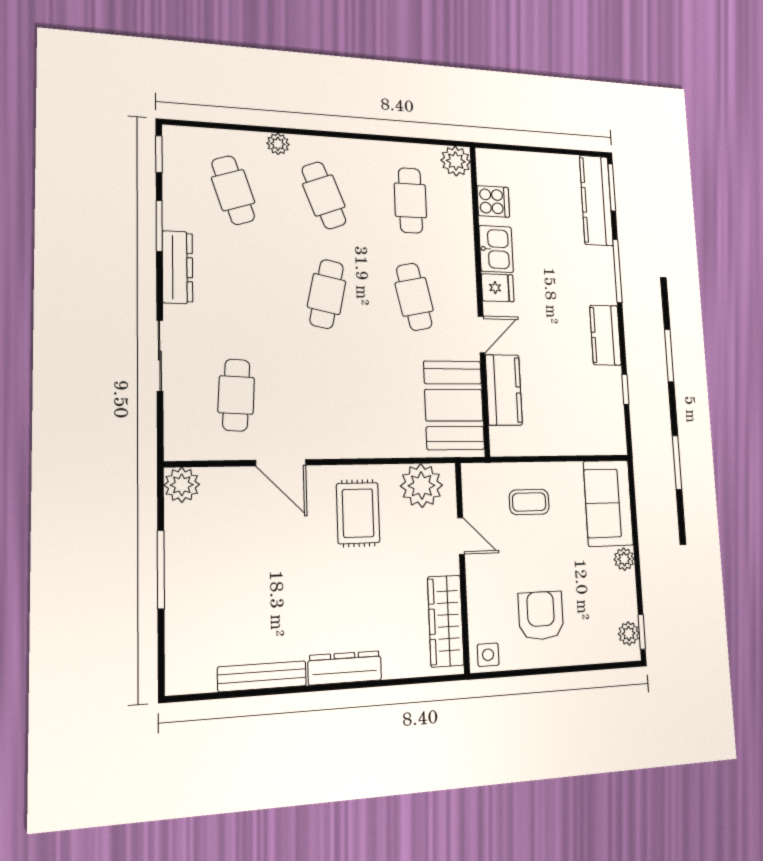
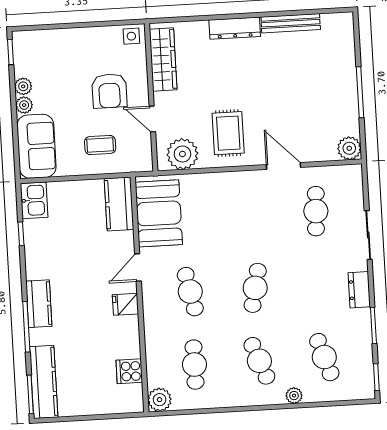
kitchen sink: (496, 249) -> (34, 200), moved, turned 180
dresser: (178, 267) -> (359, 290), width x0.70
kitchen counter: (606, 335) -> (39, 304), moved
kitchen counter: (504, 390) -> (119, 204), moved
armchair: (541, 616) -> (109, 91), moved
plant: (629, 633) -> (23, 86), moved

